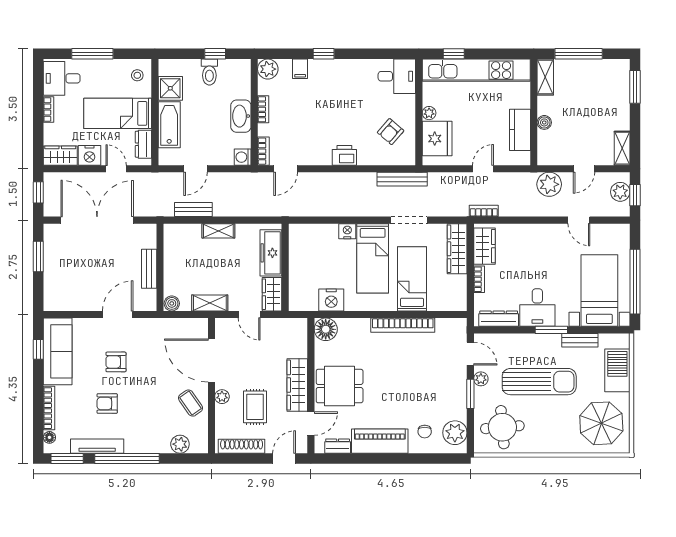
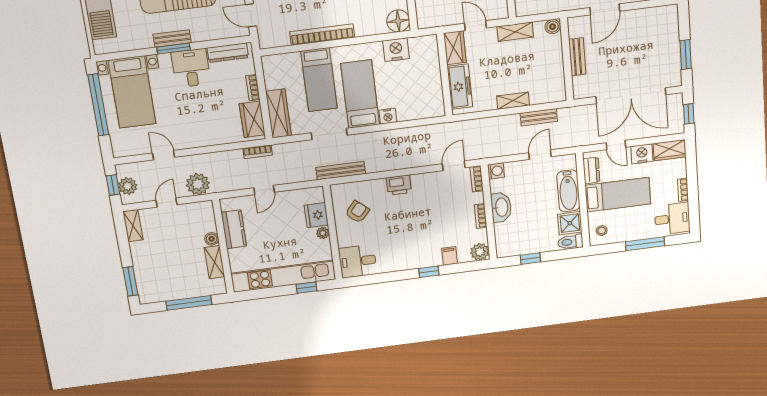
toilet: (209, 72) -> (570, 242), moved, turned -90
shelving: (545, 77) -> (214, 262), moved
fridge: (437, 139) -> (316, 215), width x0.73, depth x0.75
bench: (580, 340) -> (172, 39), moved

